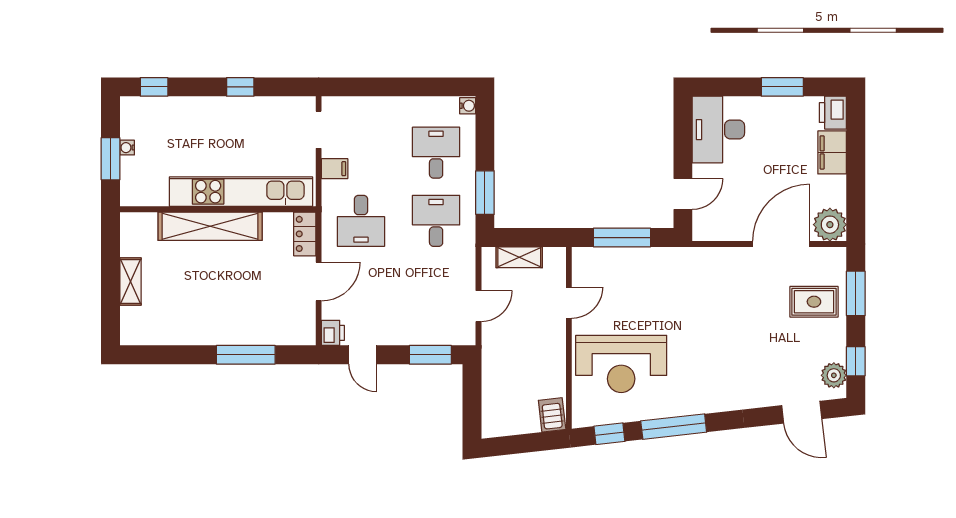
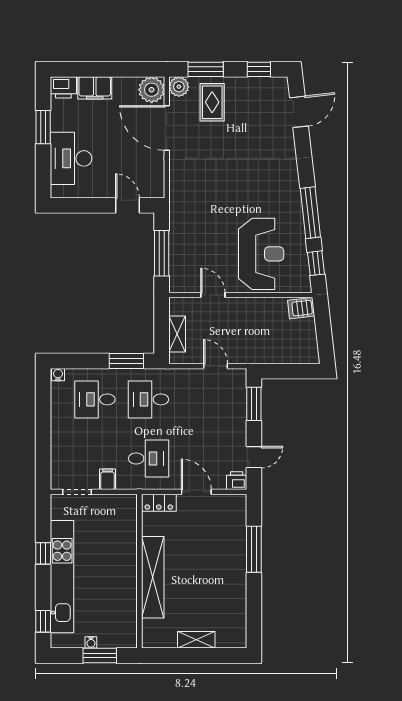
desk: (718, 130) -> (71, 158), moved, turned 90
kitchen unit: (241, 192) -> (62, 577), moved, turned 180
plant: (834, 375) -> (179, 87), moved

